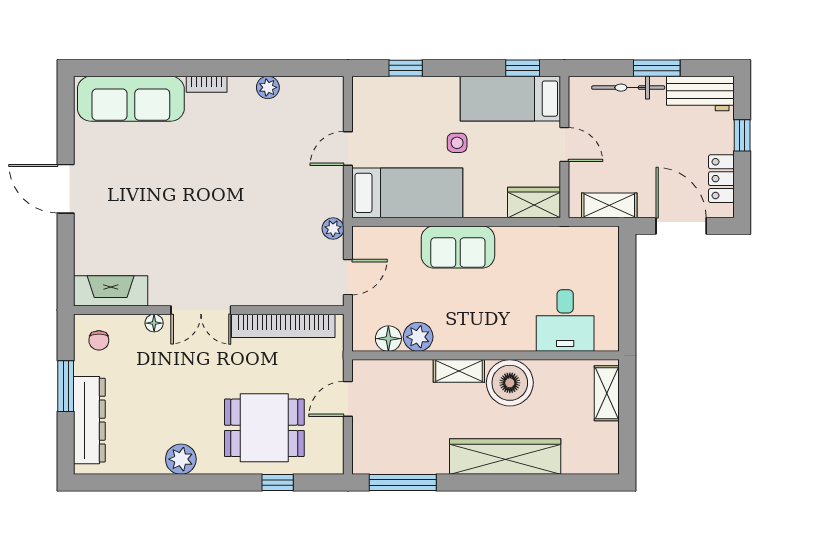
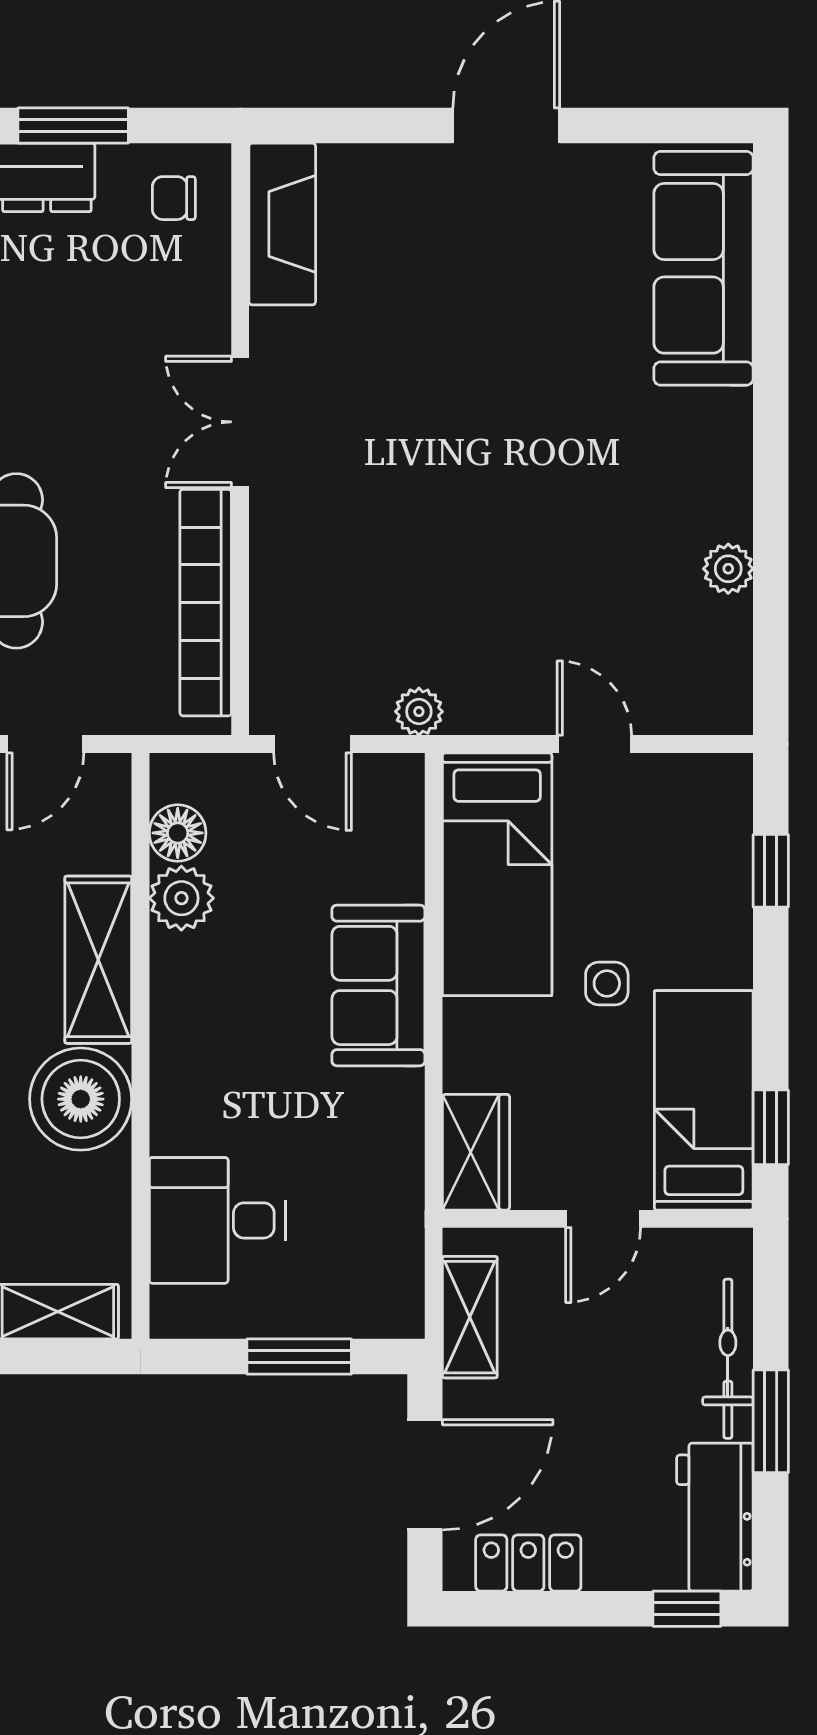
bookcase: (207, 84) -> (735, 434), removed
window: (742, 135) -> (687, 1609), moved
window: (627, 283) -> (299, 1357), added
floor lamp: (154, 323) -> (212, 319), removed
shelving: (459, 371) -> (98, 960), width x1.50, depth x1.33
door: (348, 399) -> (45, 744), swing flipped

